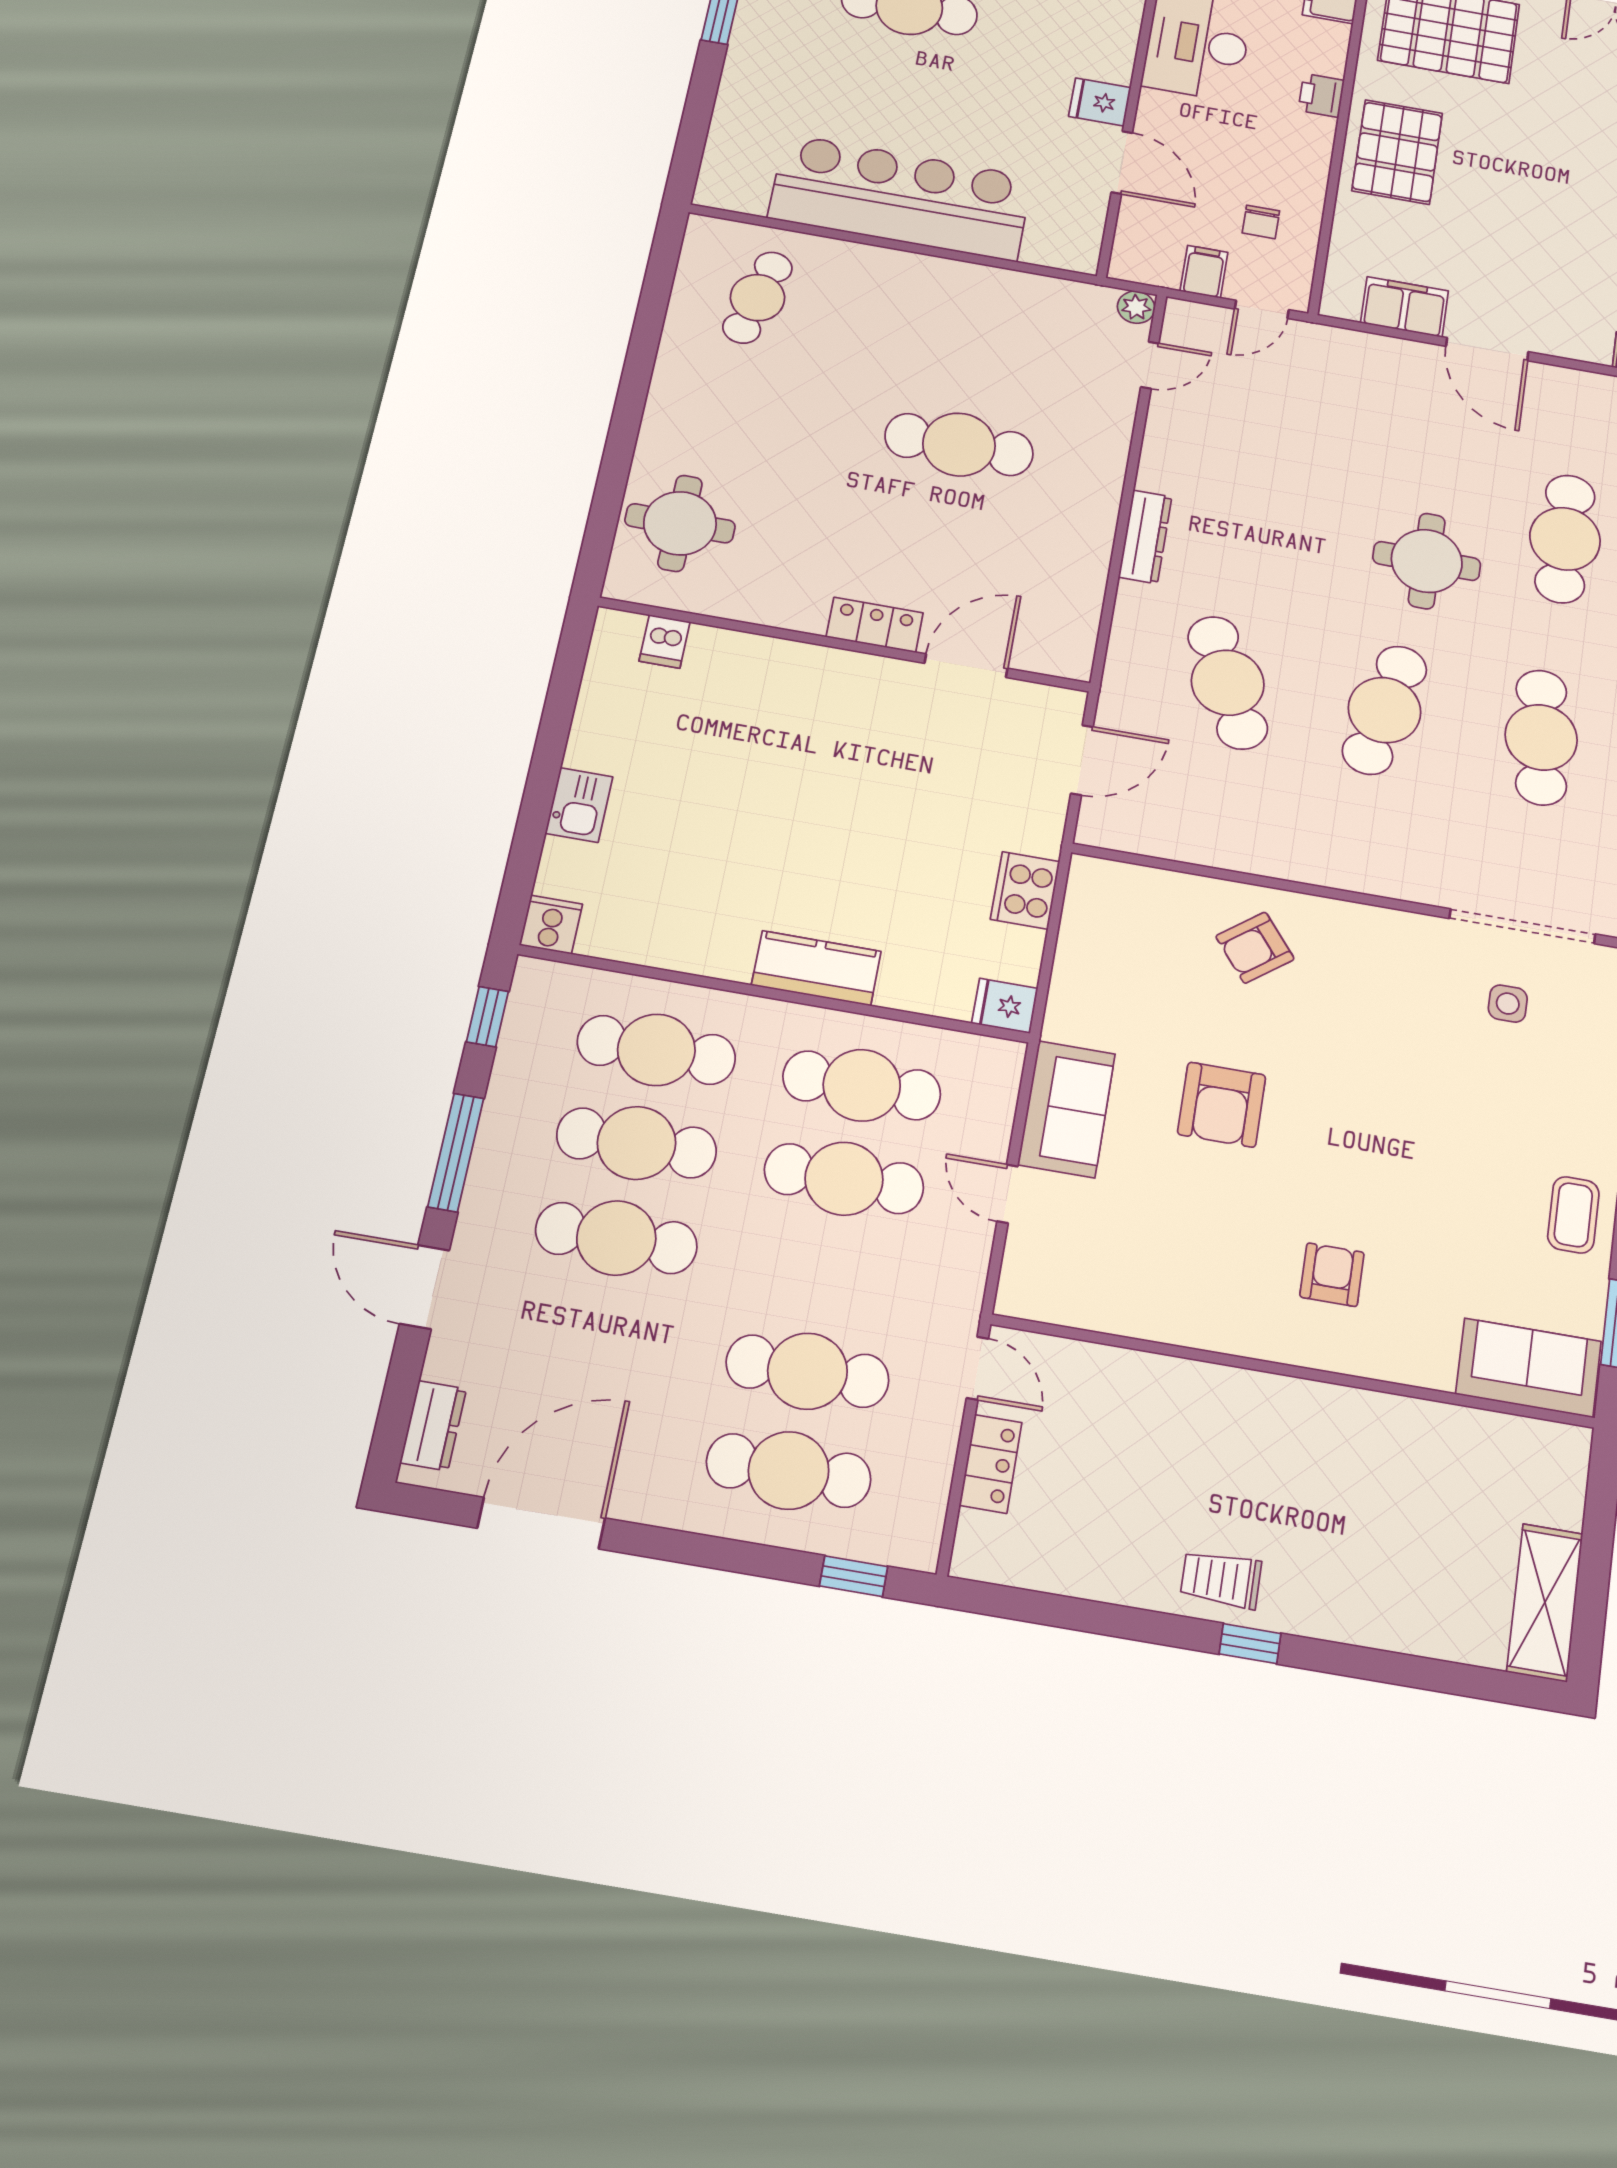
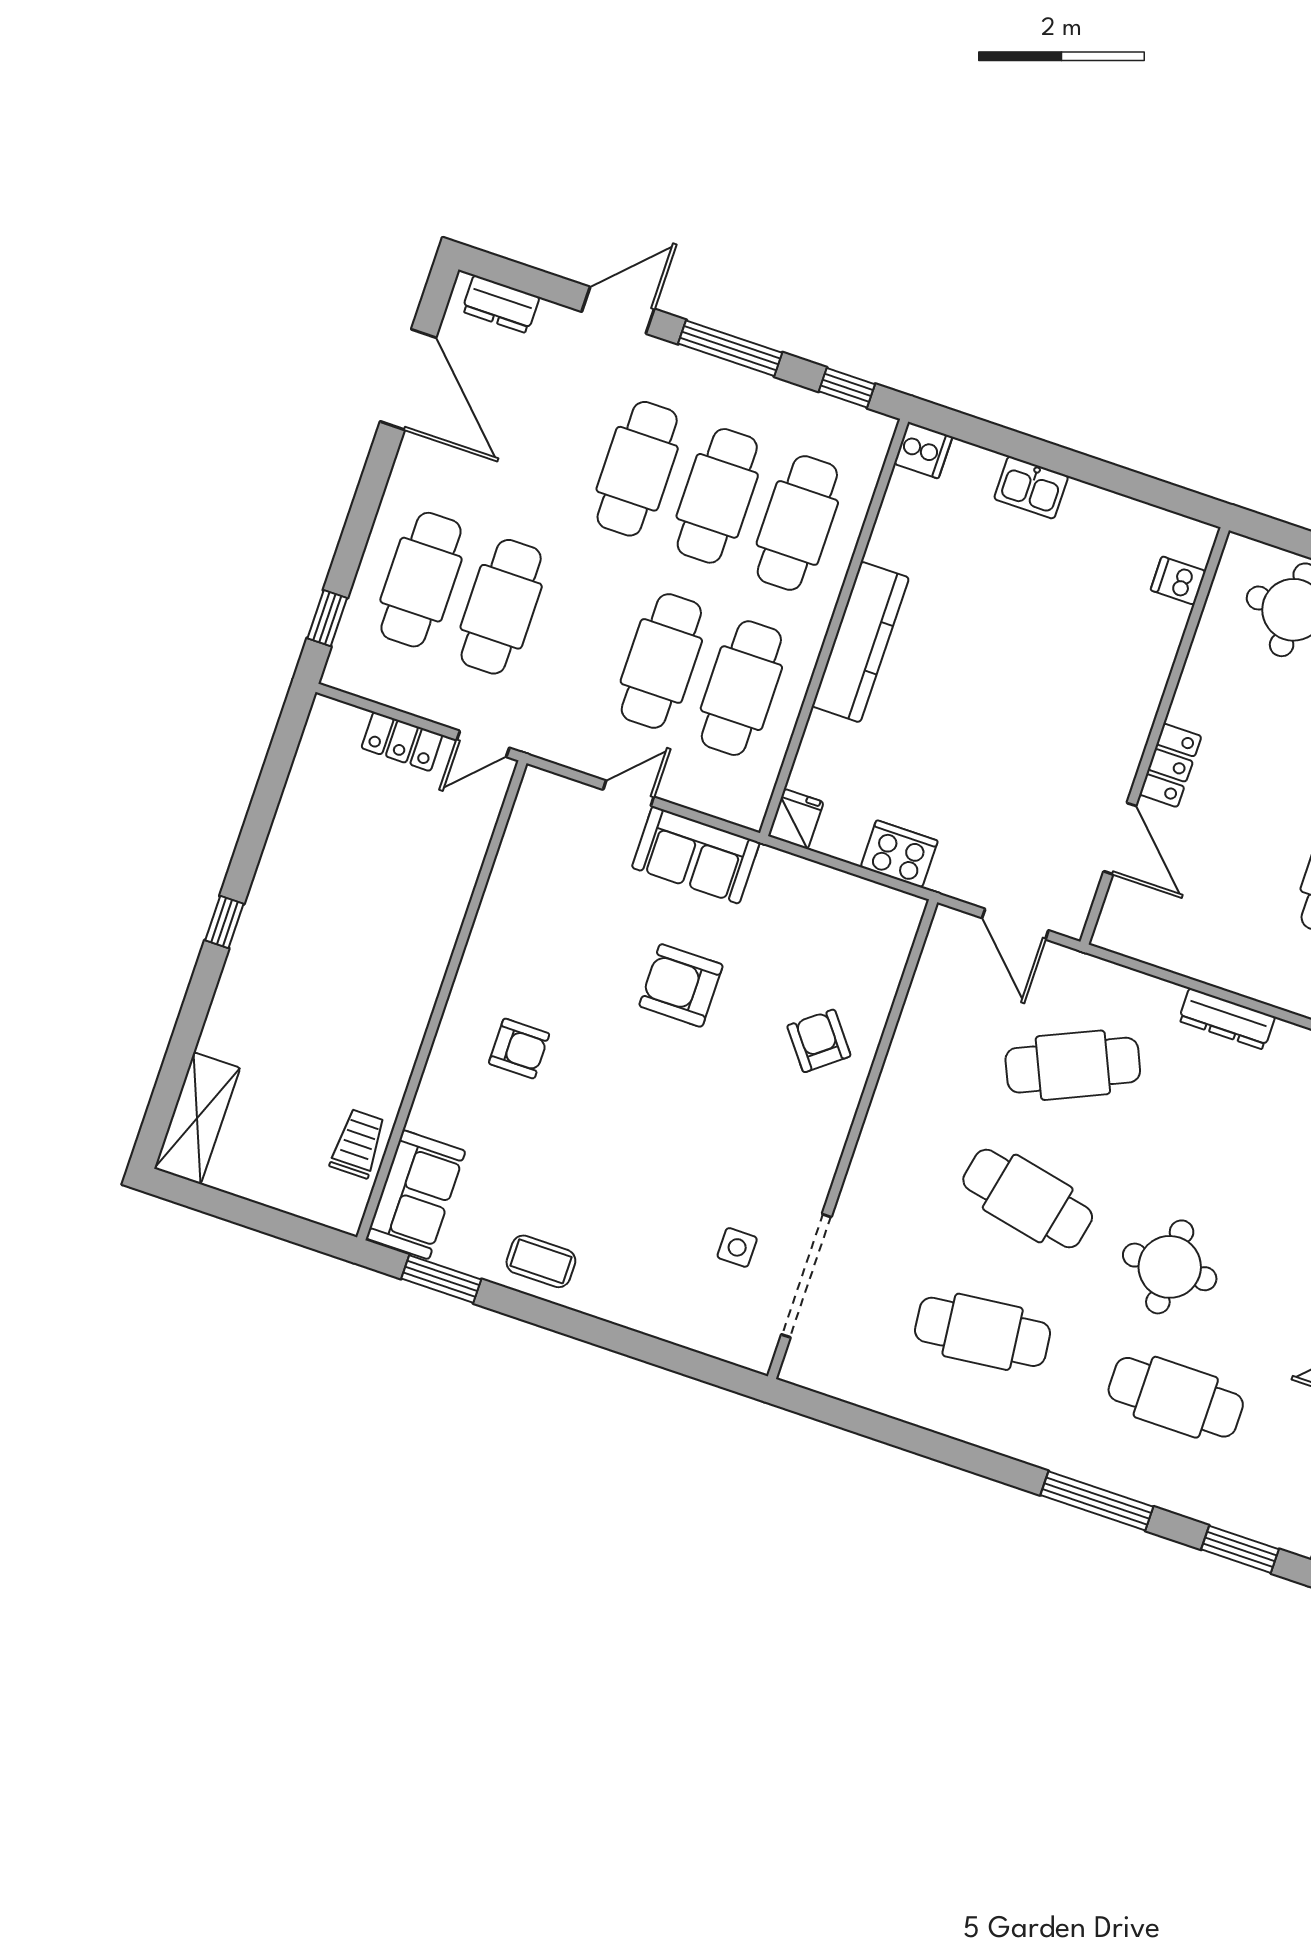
kitchen counter: (816, 968) -> (860, 642), width x1.50
trolley: (1221, 1579) -> (358, 1144), moved
shelving: (1545, 1603) -> (197, 1118), moved, turned 90

